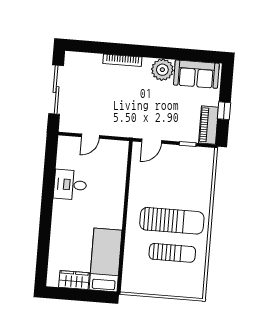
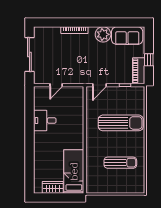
sun lounger: (172, 221) -> (121, 123), moved

